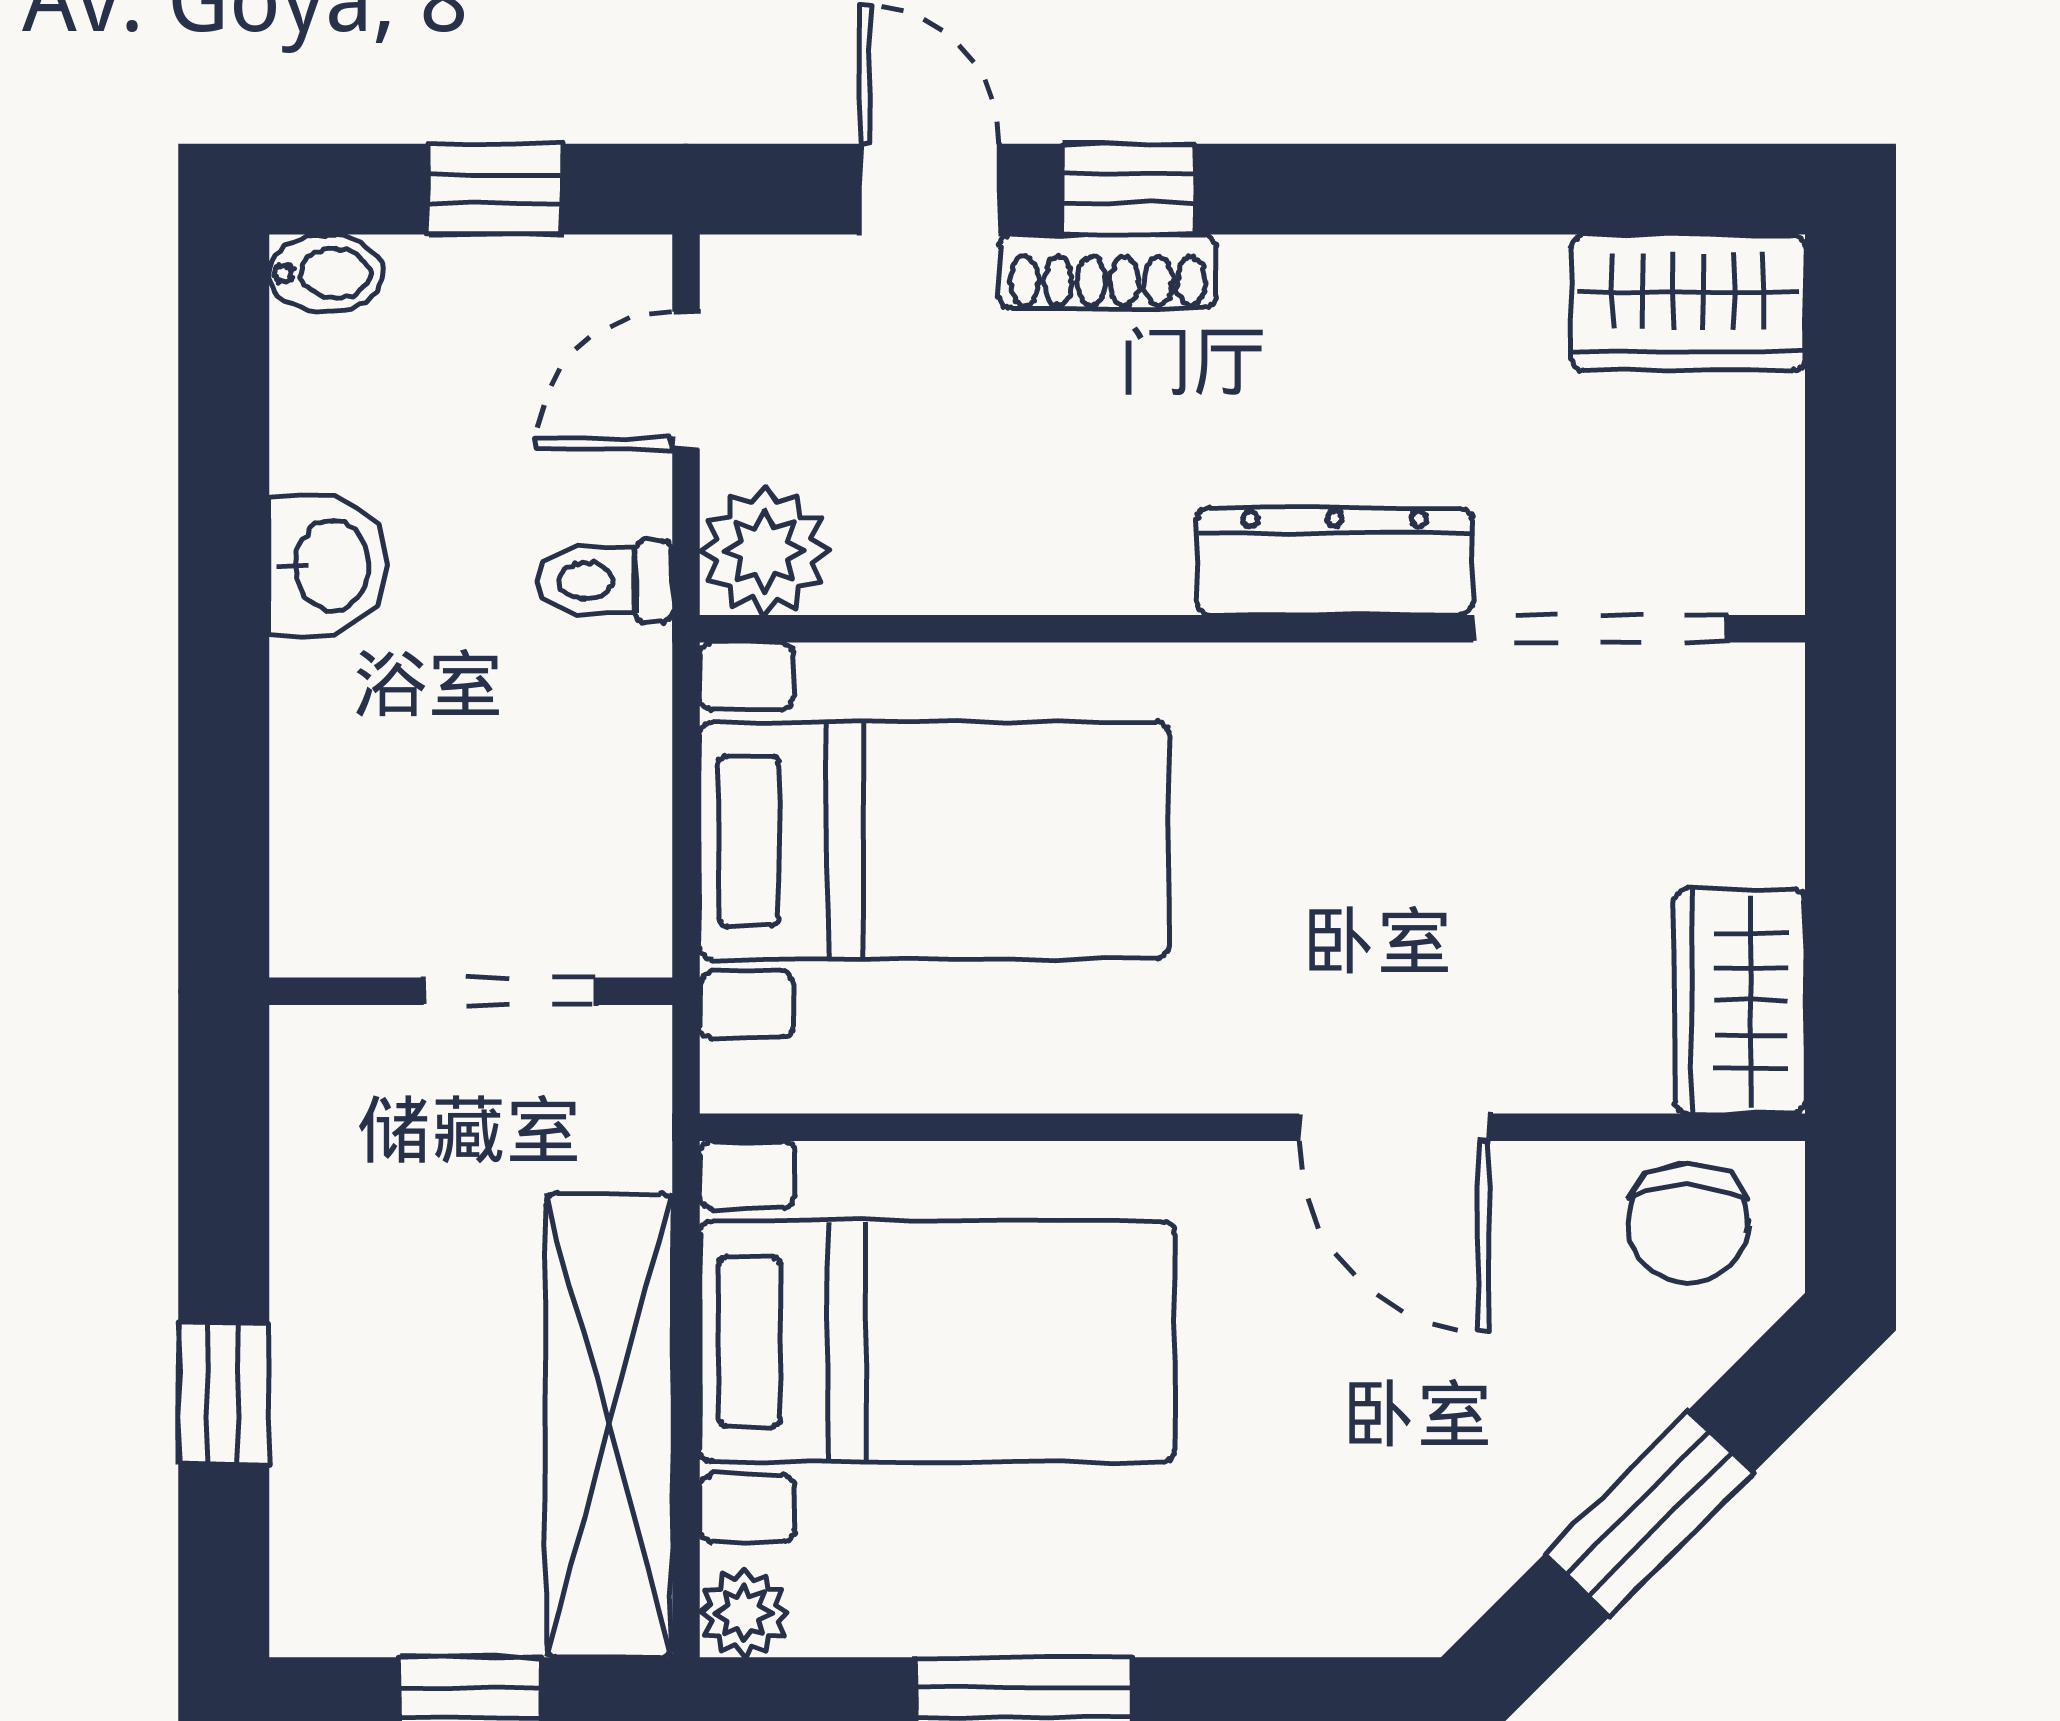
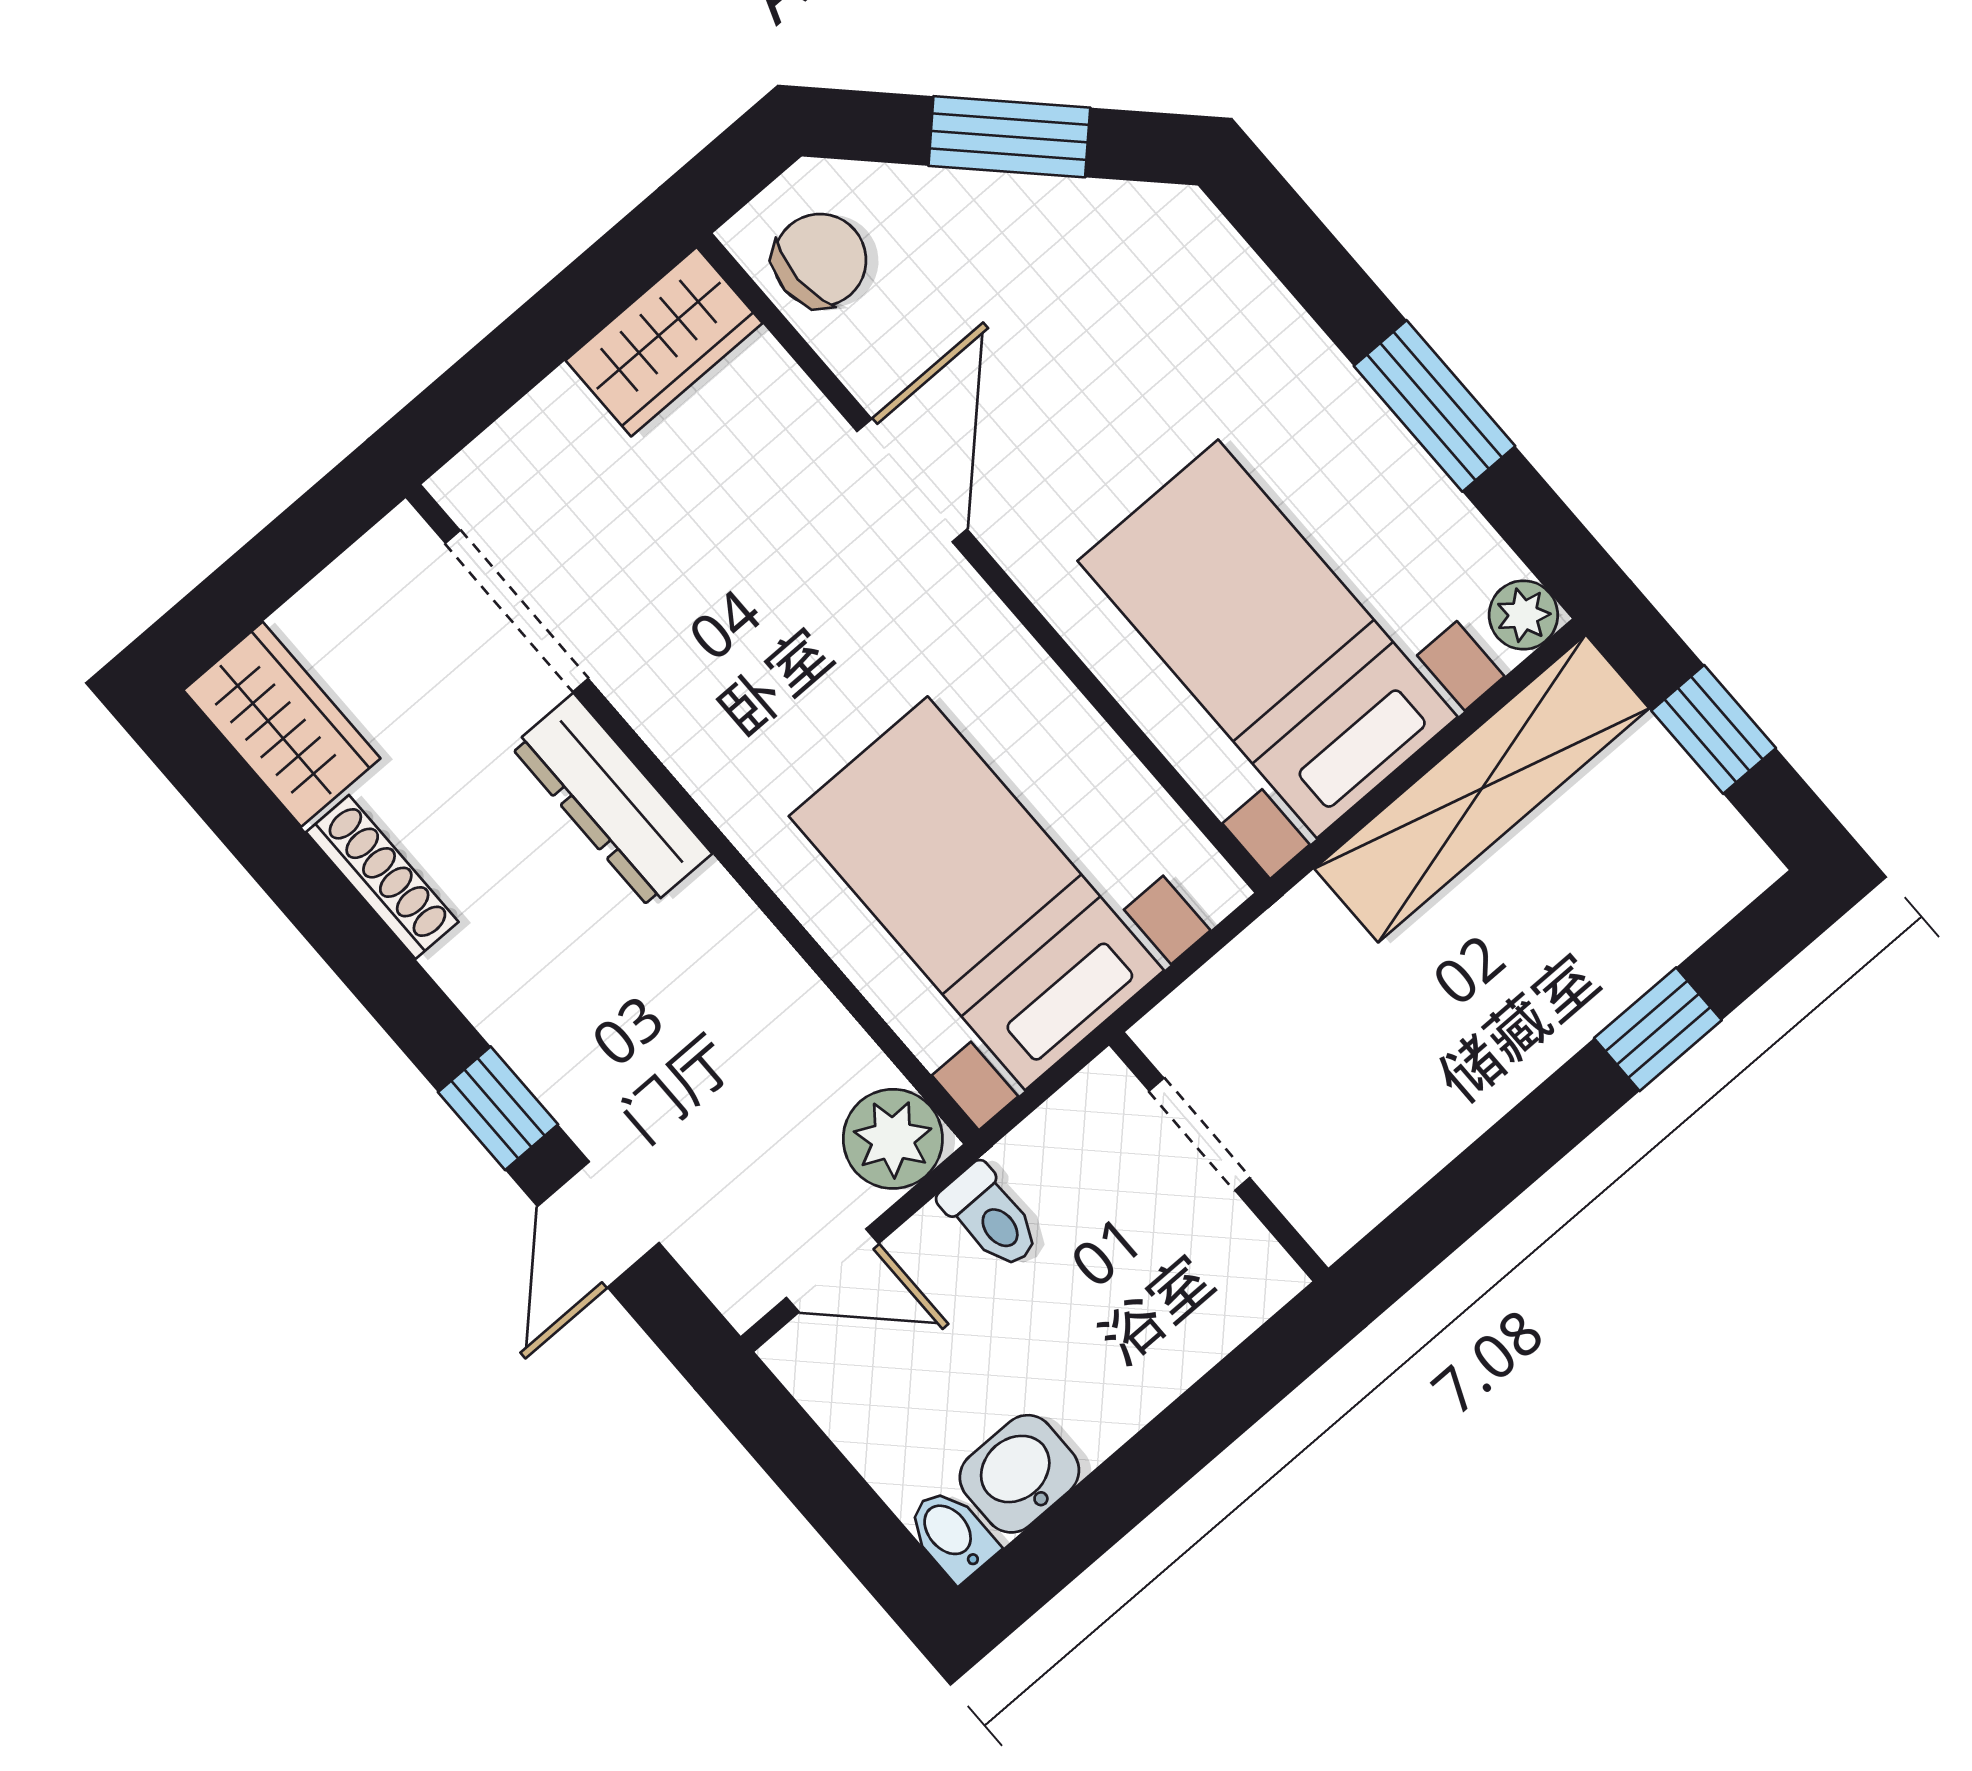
window: (494, 189) -> (818, 1479), removed
shoe rack: (1108, 271) -> (382, 877), moved
washbasin: (328, 565) -> (1019, 1474), moved
wall: (471, 991) -> (1219, 1157), moved
doorway: (509, 991) -> (1199, 1134), moved

